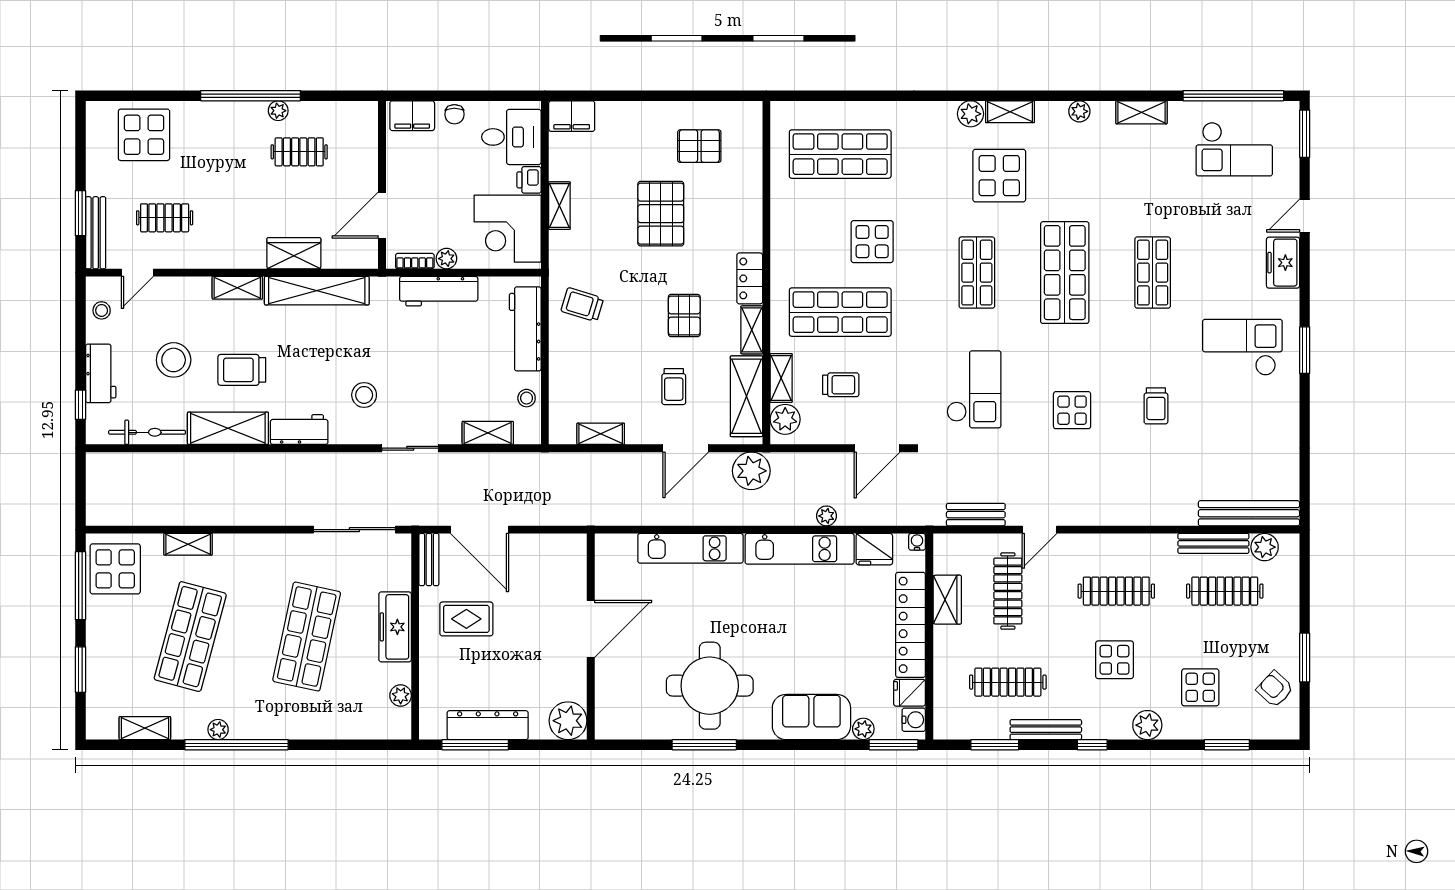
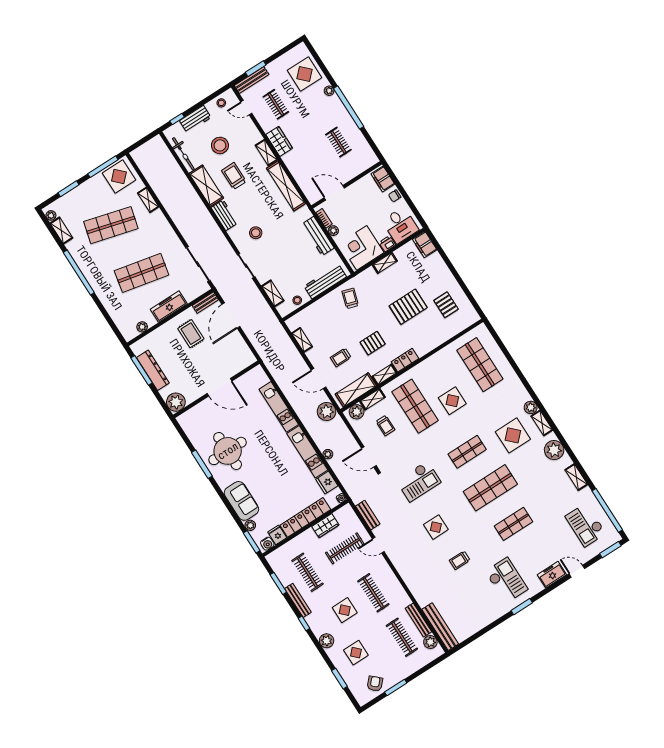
plant: (278, 111) -> (329, 91), moved
plant: (1079, 111) -> (554, 450), width x1.88, depth x1.88
wardrobe: (294, 253) -> (279, 141), moved
plant: (218, 730) -> (51, 215), moved

